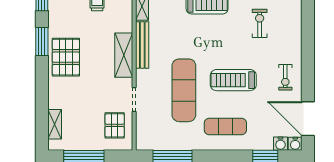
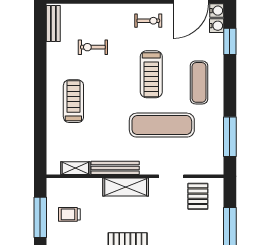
pallet: (115, 125) -> (198, 196), turned 90

